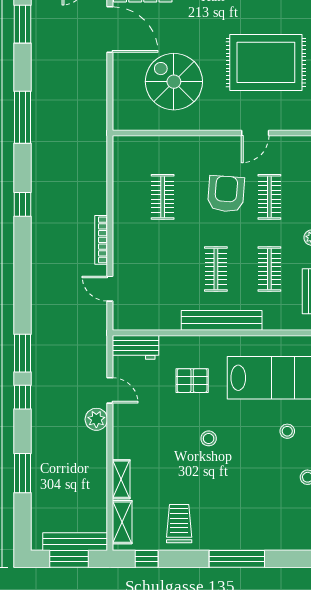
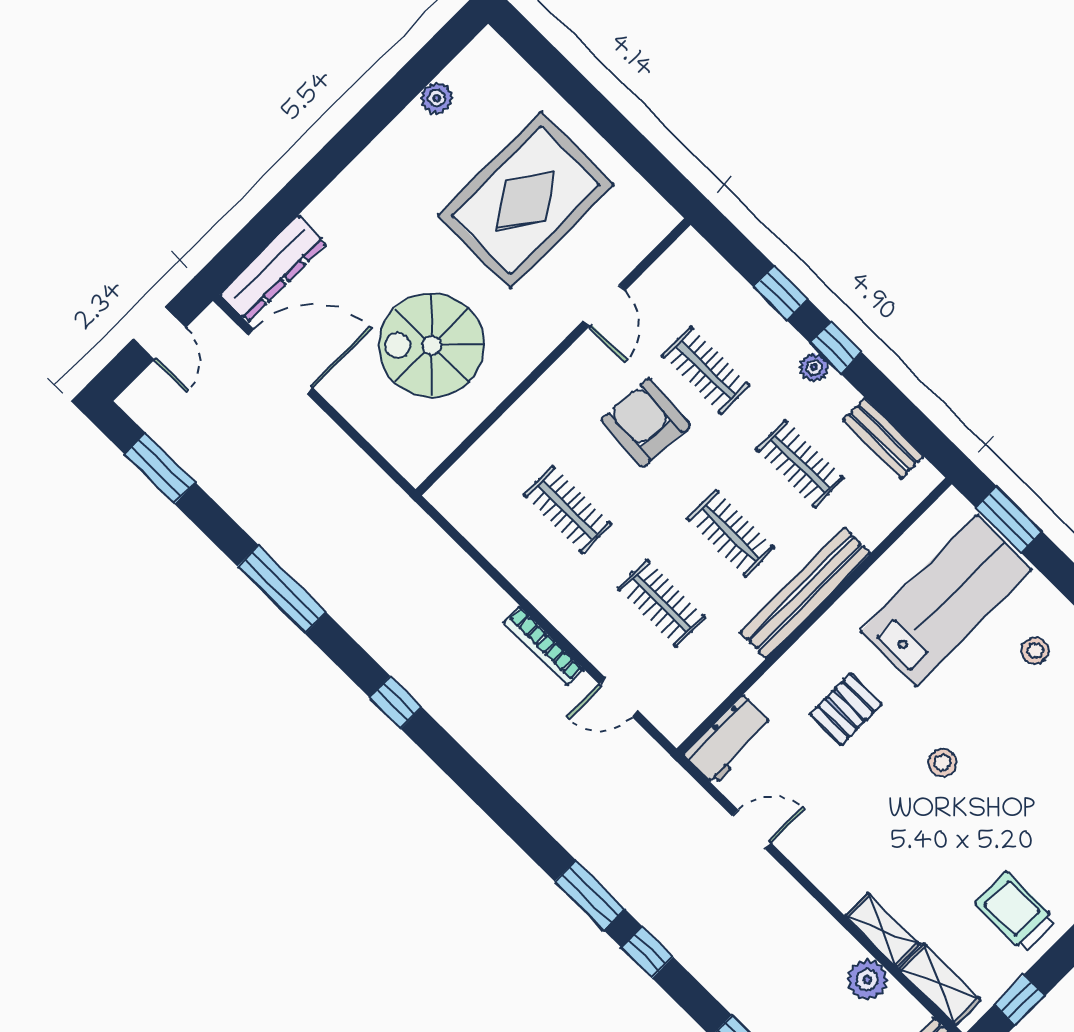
clothes rail: (163, 269) -> (662, 603), added
plant: (96, 419) -> (867, 980), moved

